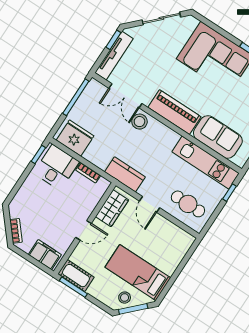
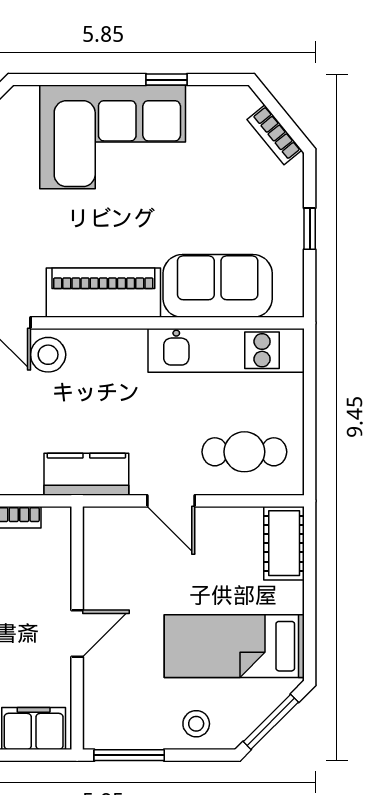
window: (229, 193) -> (310, 378), removed
wardrobe: (112, 208) -> (104, 555), removed
cot: (76, 276) -> (284, 543), moved, turned 90
stool: (125, 298) -> (196, 724), moved

